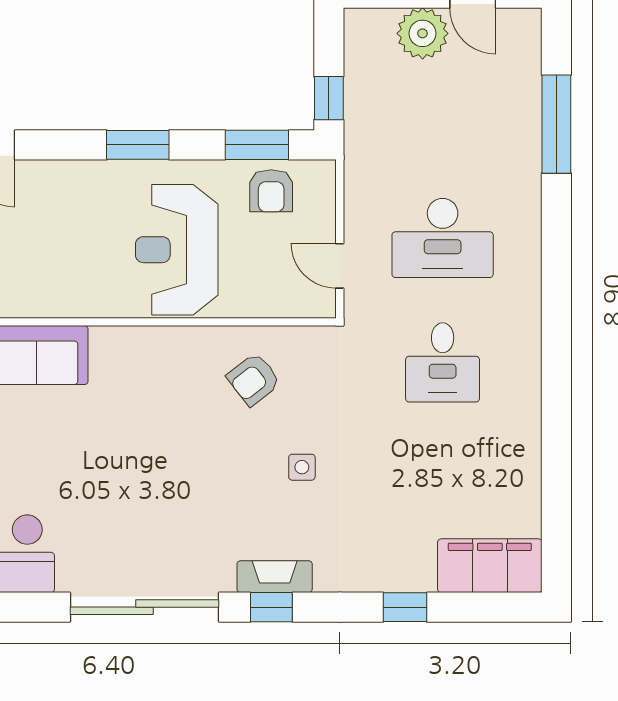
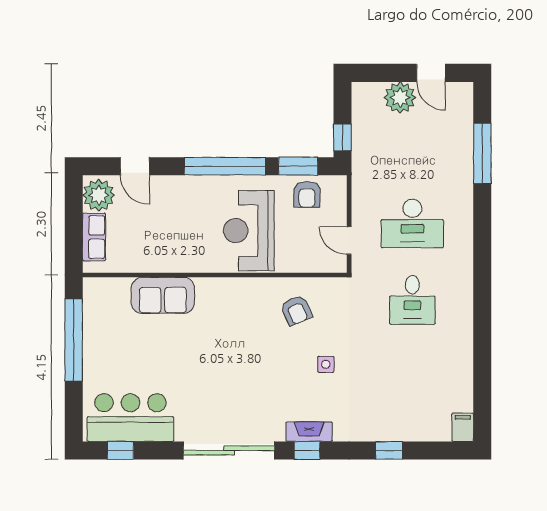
window: (138, 145) -> (225, 166), width x2.11
armchair: (254, 379) -> (296, 310), turned -76
filing cabinet: (490, 566) -> (463, 427), width x0.33, depth x0.86

